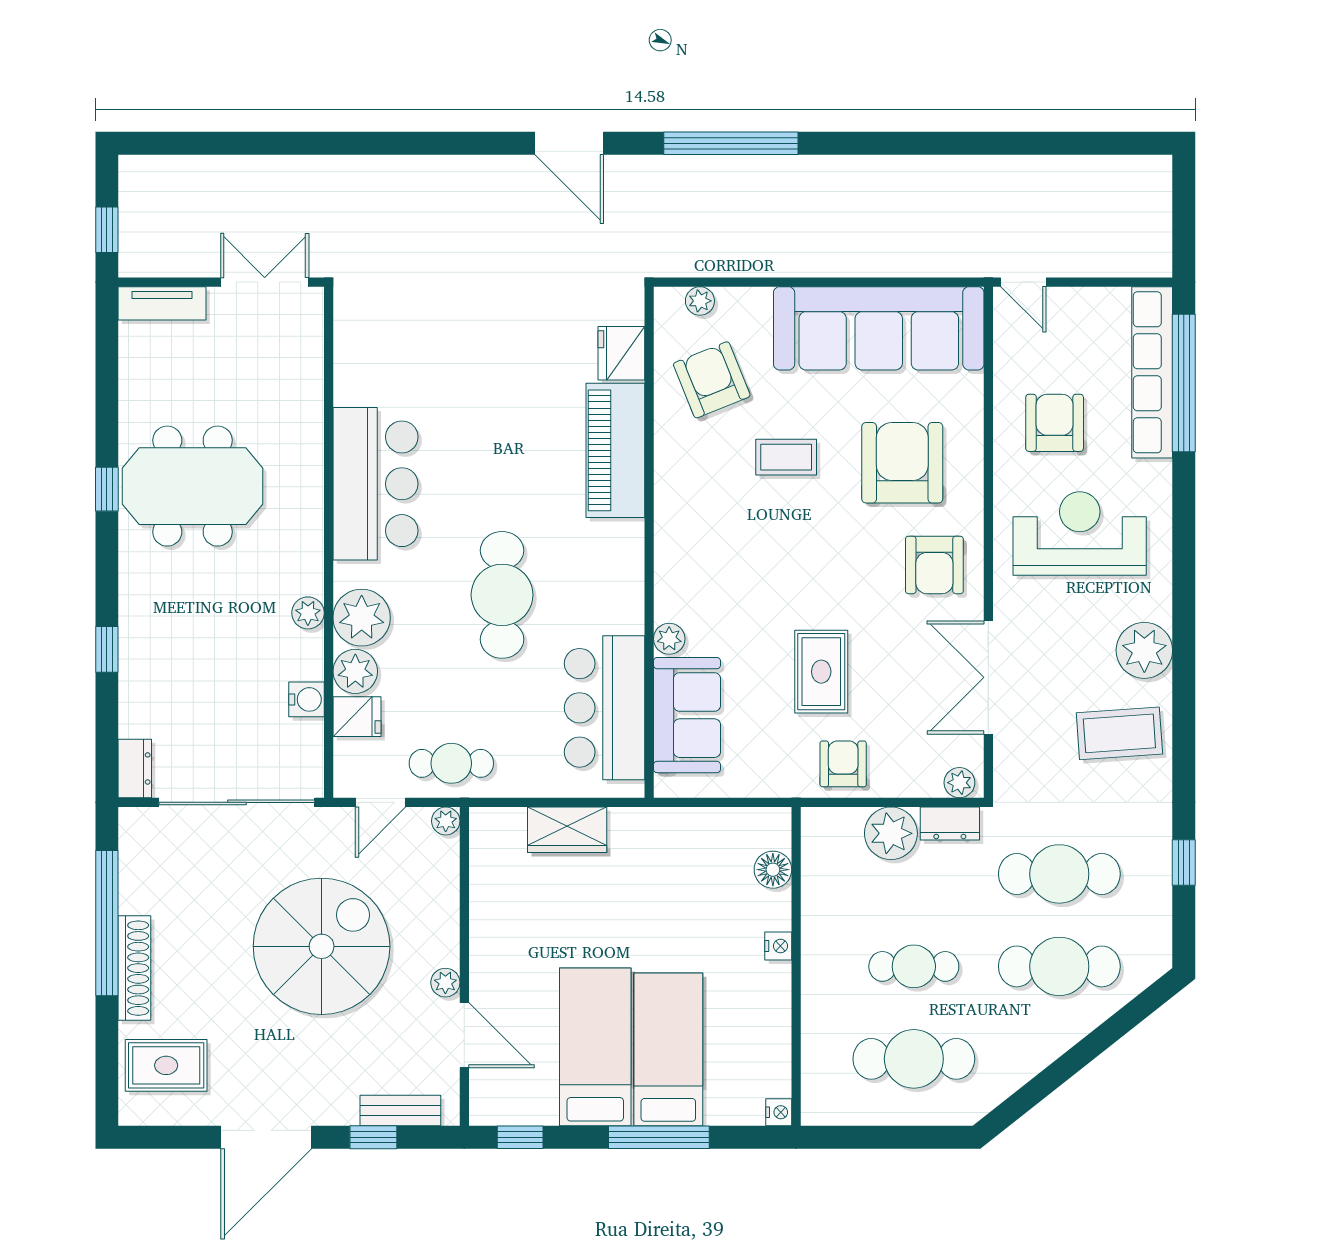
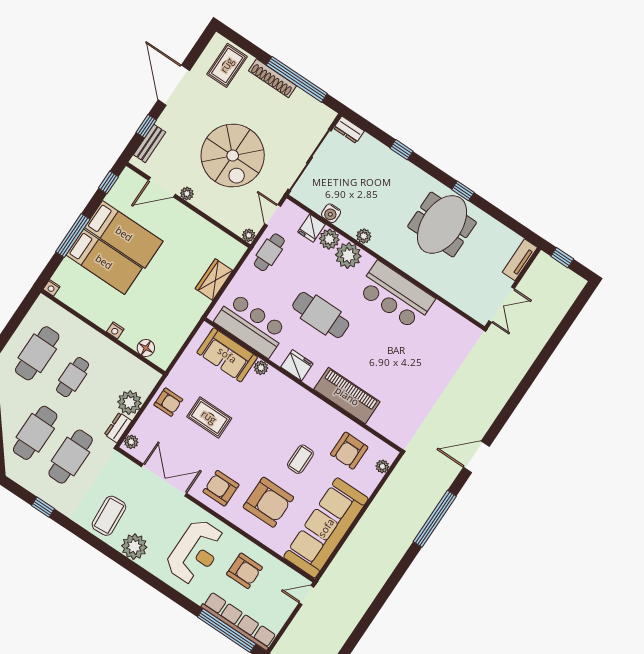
fridge: (621, 353) -> (297, 365), moved
armchair: (712, 380) -> (349, 451), turned 112

